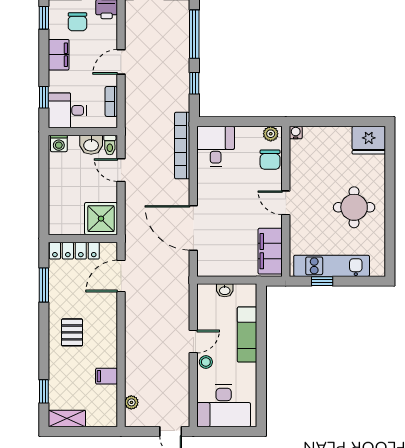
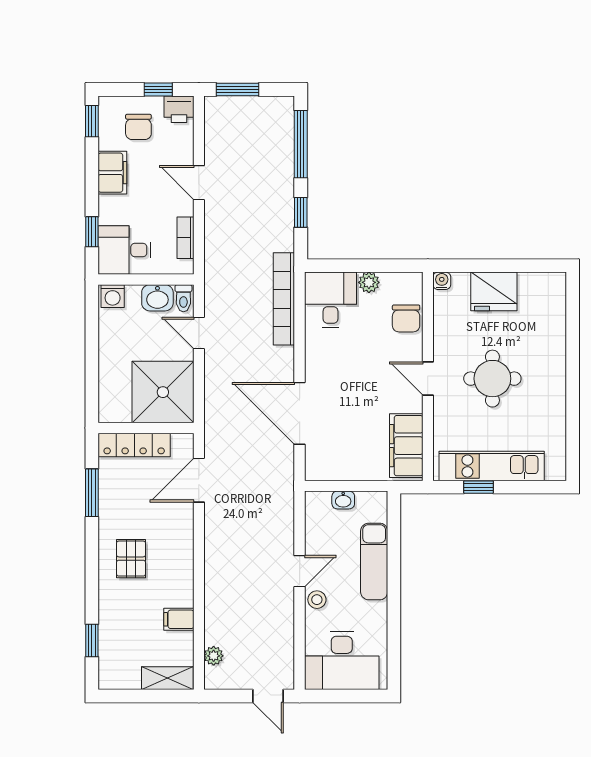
door: (121, 62) -> (199, 183), hinge flipped
plant: (271, 134) -> (369, 282), moved
fridge: (369, 140) -> (494, 291), moved
round table: (354, 207) -> (492, 379), moved
shower: (101, 219) -> (163, 392), width x1.37, depth x1.37
shelving: (67, 418) -> (167, 678), moved

